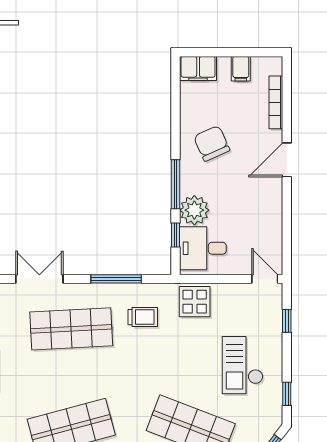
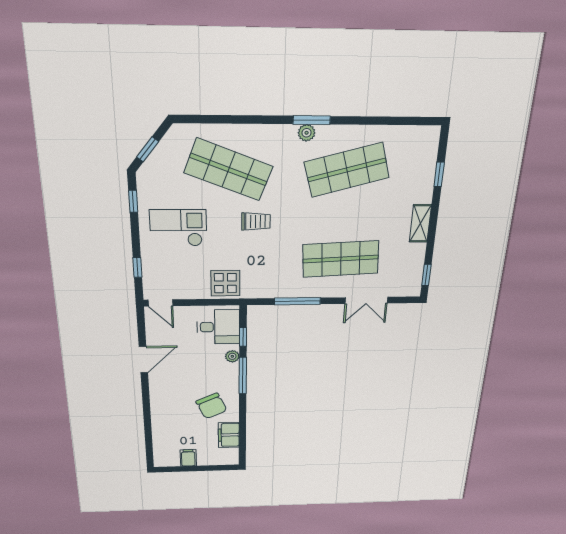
filing cabinet: (198, 68) -> (229, 435), moved, turned -90
bookcase: (276, 102) -> (158, 436), removed
door: (287, 160) -> (143, 360), moved
plant: (194, 210) -> (232, 356), width x0.53, depth x0.53
trolley: (143, 317) -> (256, 221), moved, turned 180
checkout: (243, 365) -> (178, 228), turned -90

